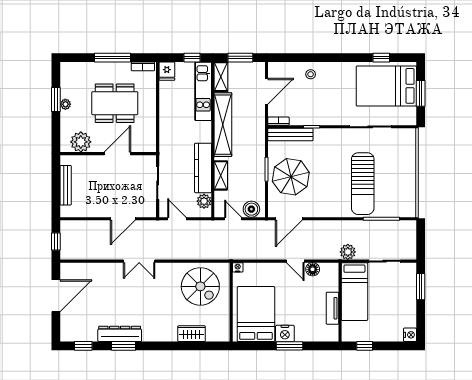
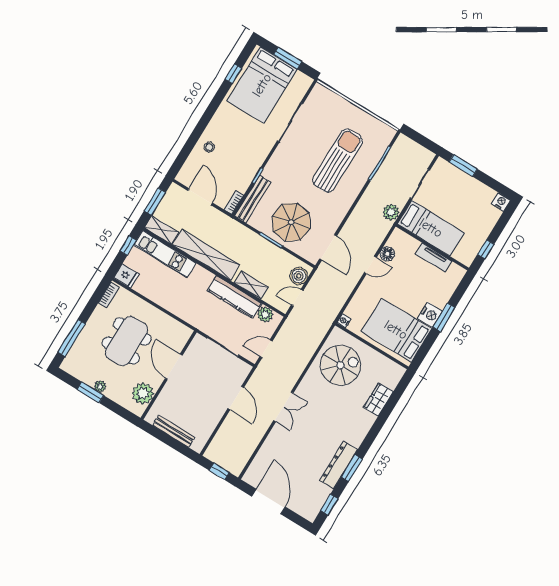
window: (112, 58) -> (71, 338), moved
sun lounger: (363, 184) -> (337, 161), turned -90

